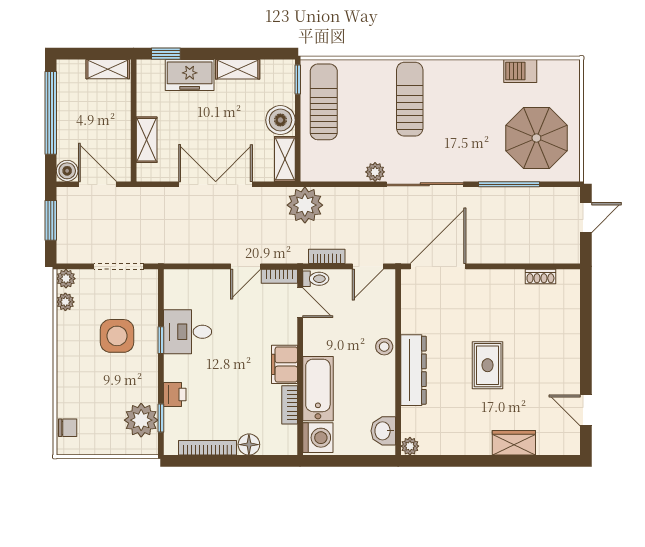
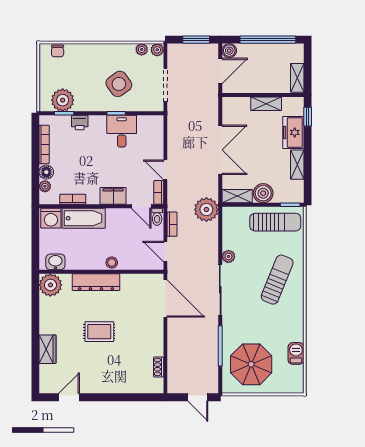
sun lounger: (410, 99) -> (277, 280), turned -68
shelving: (147, 140) -> (266, 104), moved
door: (300, 303) -> (141, 206), hinge flipped
side table: (117, 336) -> (119, 84), turned -36
filing cabinet: (284, 364) -> (113, 196), moved
plant: (410, 446) -> (50, 285), width x1.88, depth x1.88
plant: (270, 447) -> (45, 186), added

